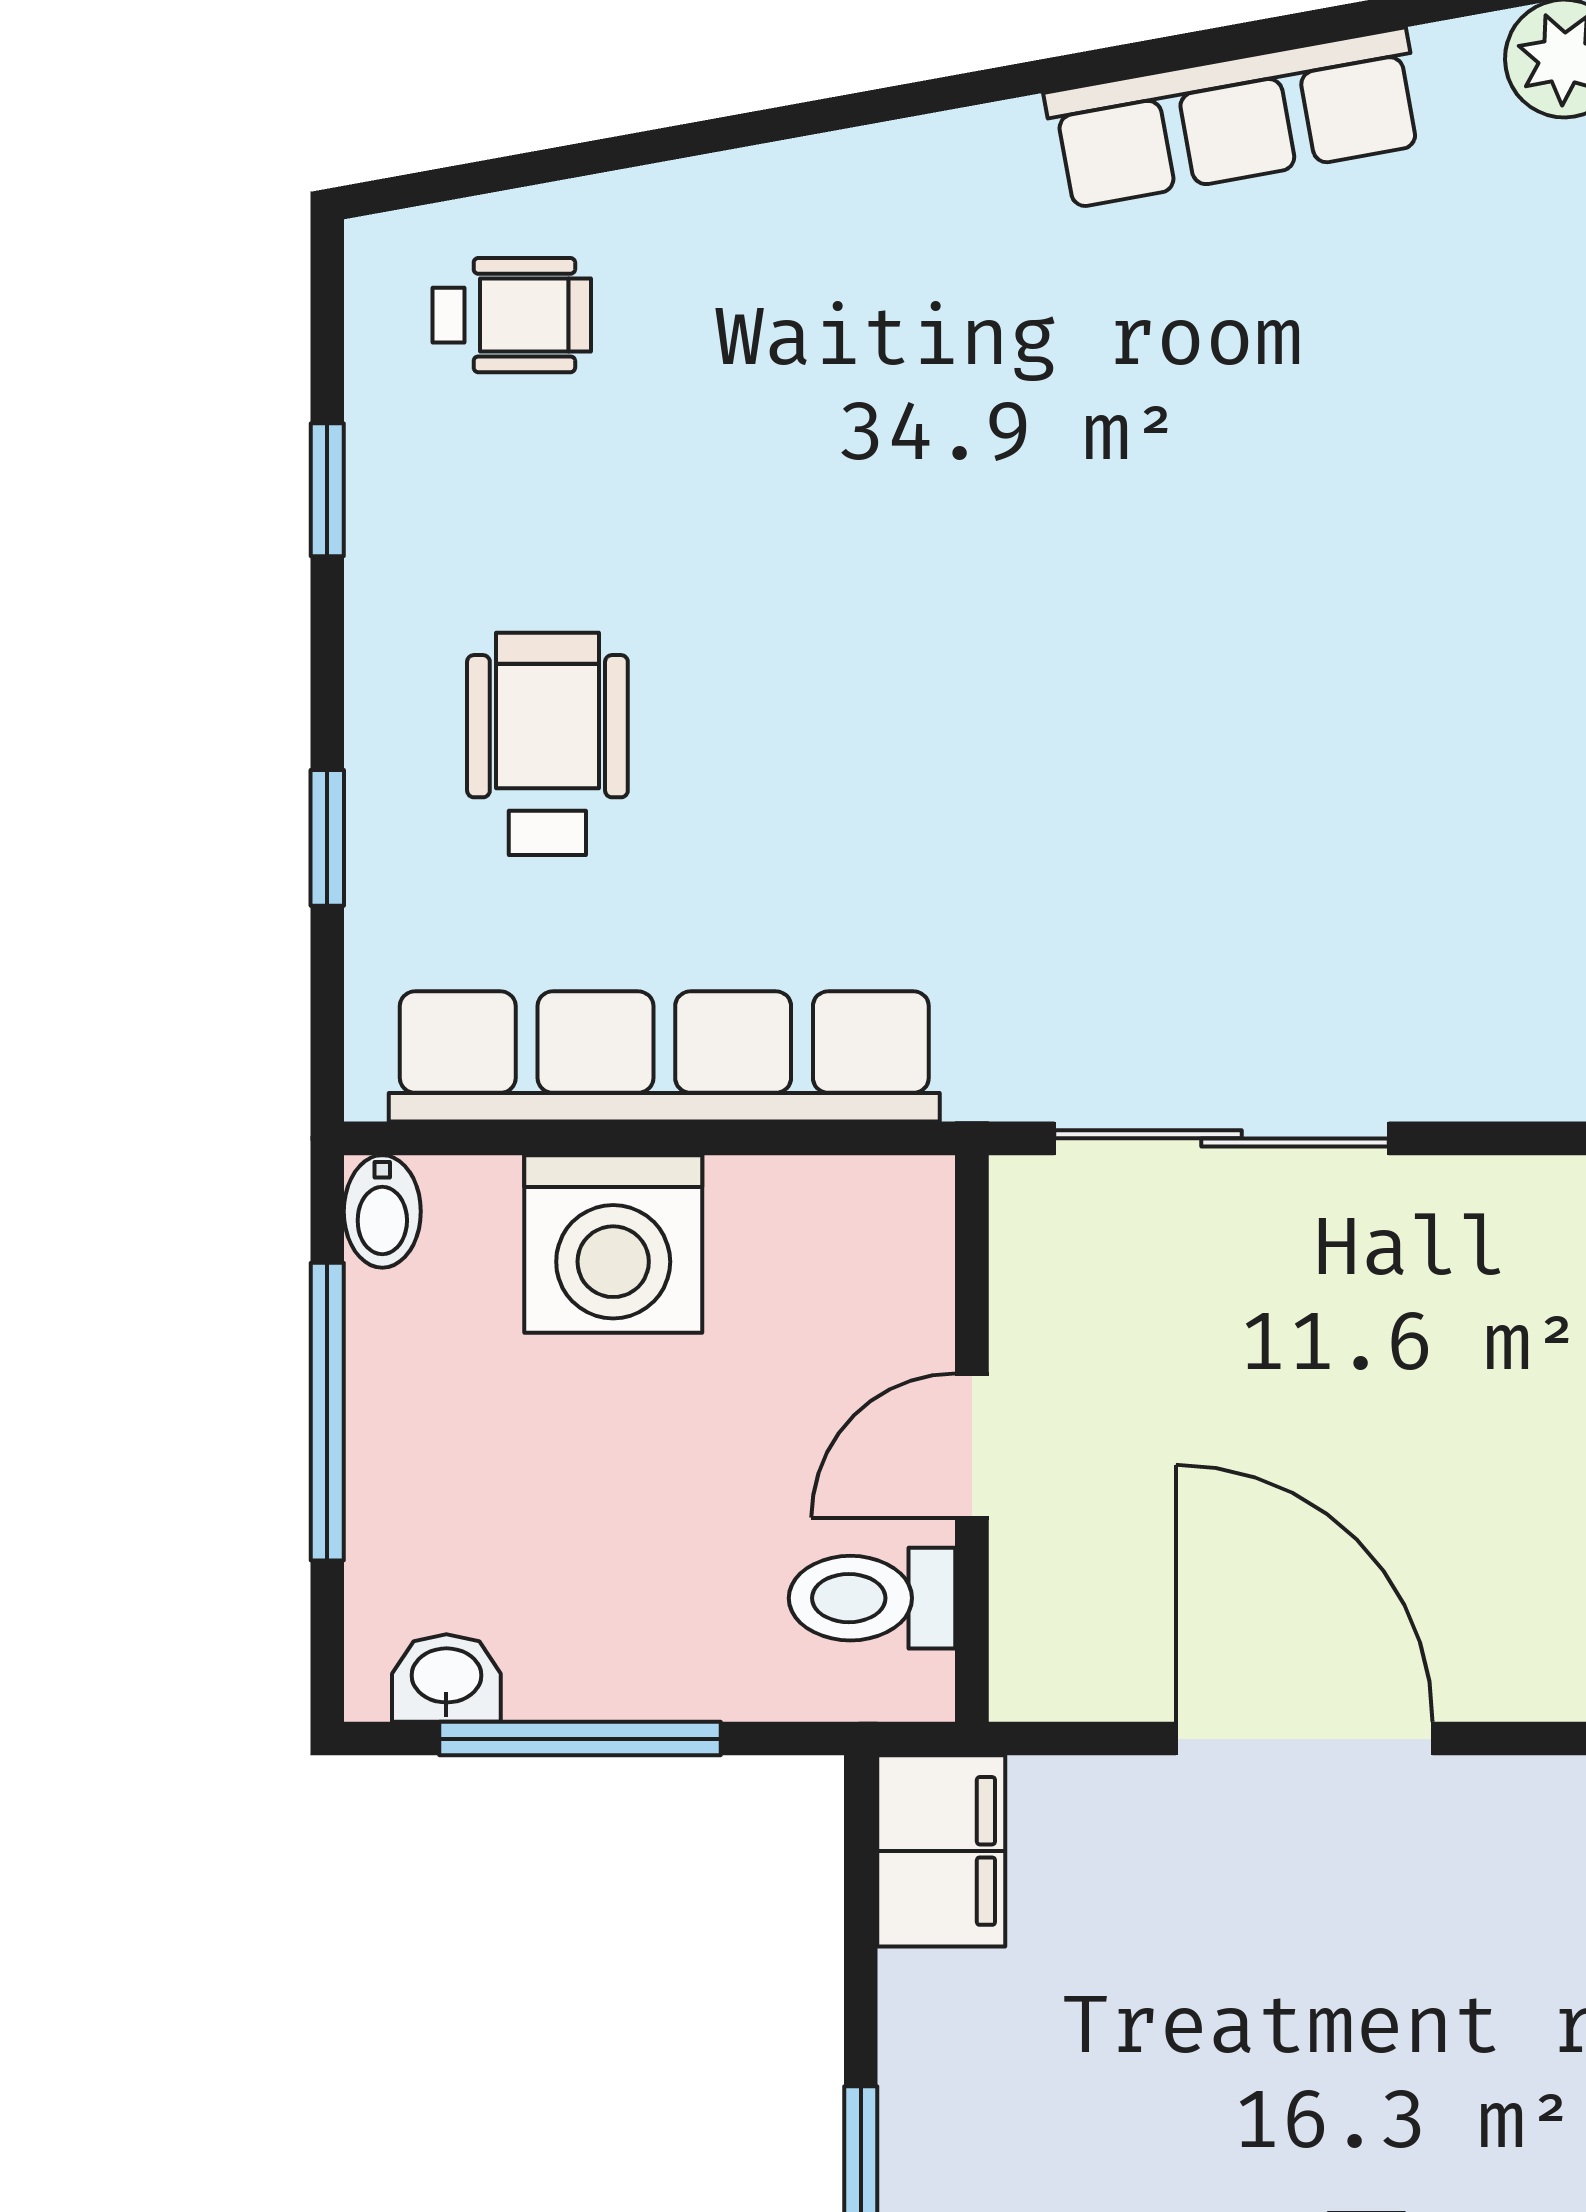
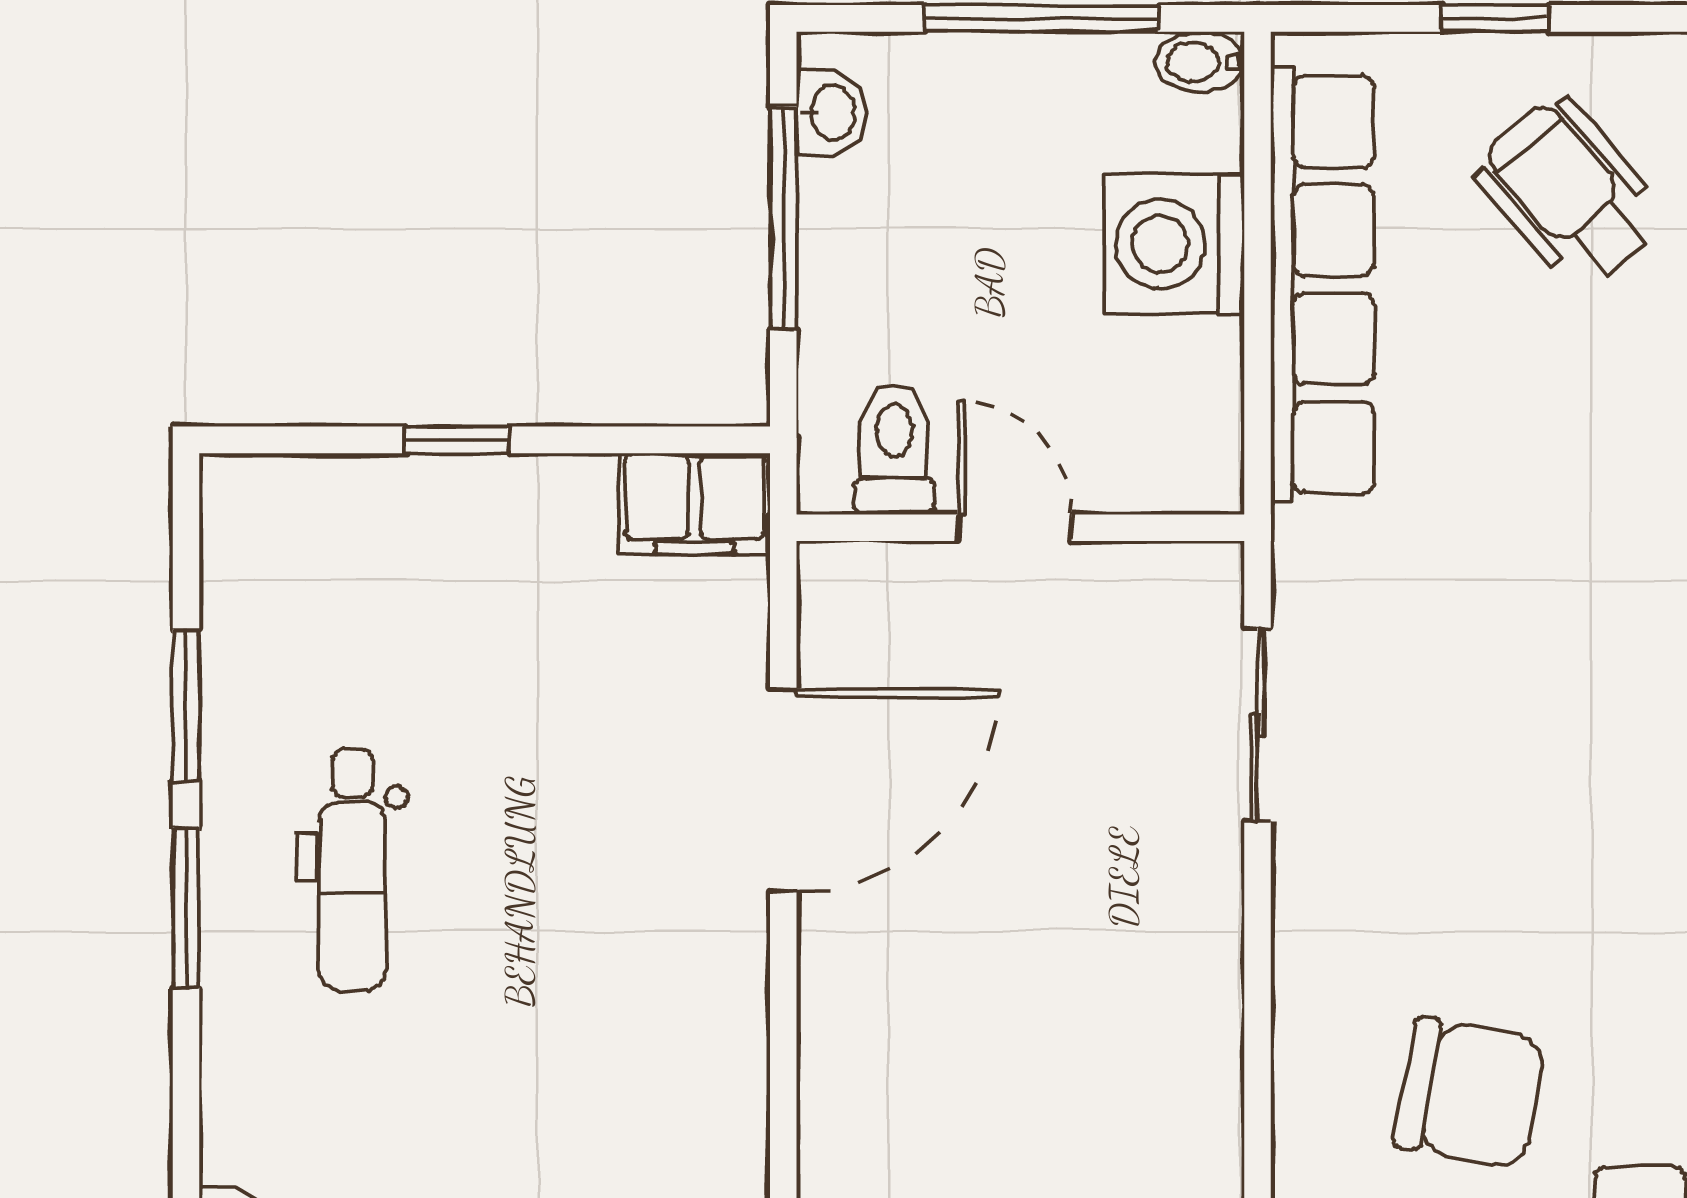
wheelchair: (547, 744) -> (1569, 192), turned -131
sliding door: (1221, 1138) -> (1257, 725), width x0.73

